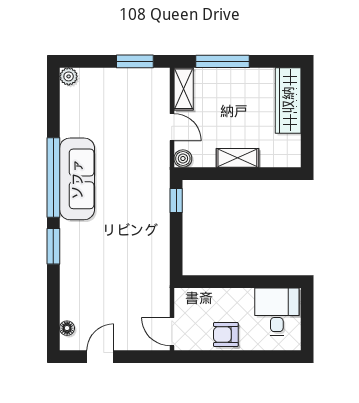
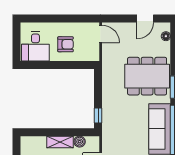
boiler: (183, 158) -> (80, 142), moved
dining table: (97, 264) -> (147, 76), added
armchair: (226, 335) -> (66, 44), moved

